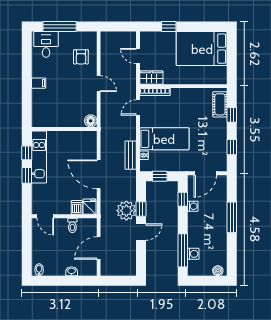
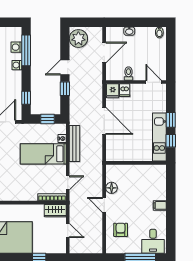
floor lamp: (91, 121) -> (112, 188), moved
bench: (131, 155) -> (74, 144), width x1.36
washing machine: (193, 206) -> (17, 65), moved
plant: (126, 211) -> (78, 39), moved

